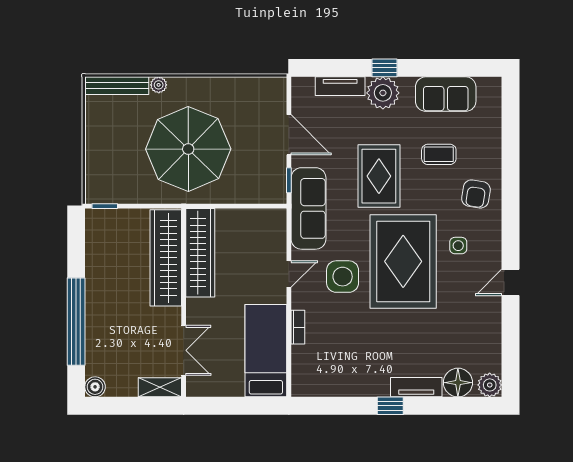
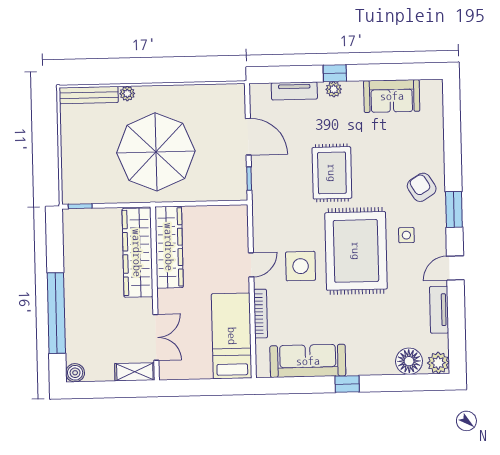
plant: (383, 93) -> (334, 89), width x0.53, depth x0.53
coffee table: (439, 154) -> (387, 152), removed
armchair: (476, 194) -> (422, 187), turned 139
sofa: (308, 208) -> (308, 361), moved, turned -90
window: (511, 219) -> (454, 209), added
bookcase: (298, 327) -> (261, 314), width x1.56
tv unit: (416, 387) -> (439, 310), moved, turned -90

